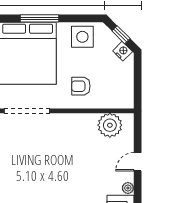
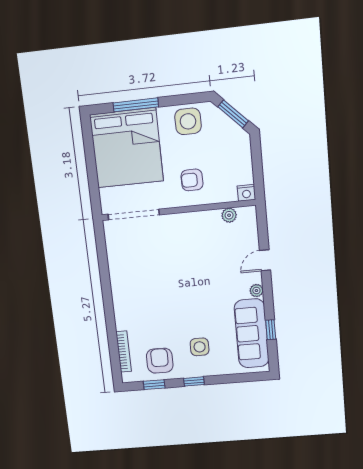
window: (121, 35) -> (233, 114), width x1.50
nightstand: (123, 51) -> (246, 193), moved, turned 135
plant: (110, 125) -> (229, 215), width x0.53, depth x0.53

